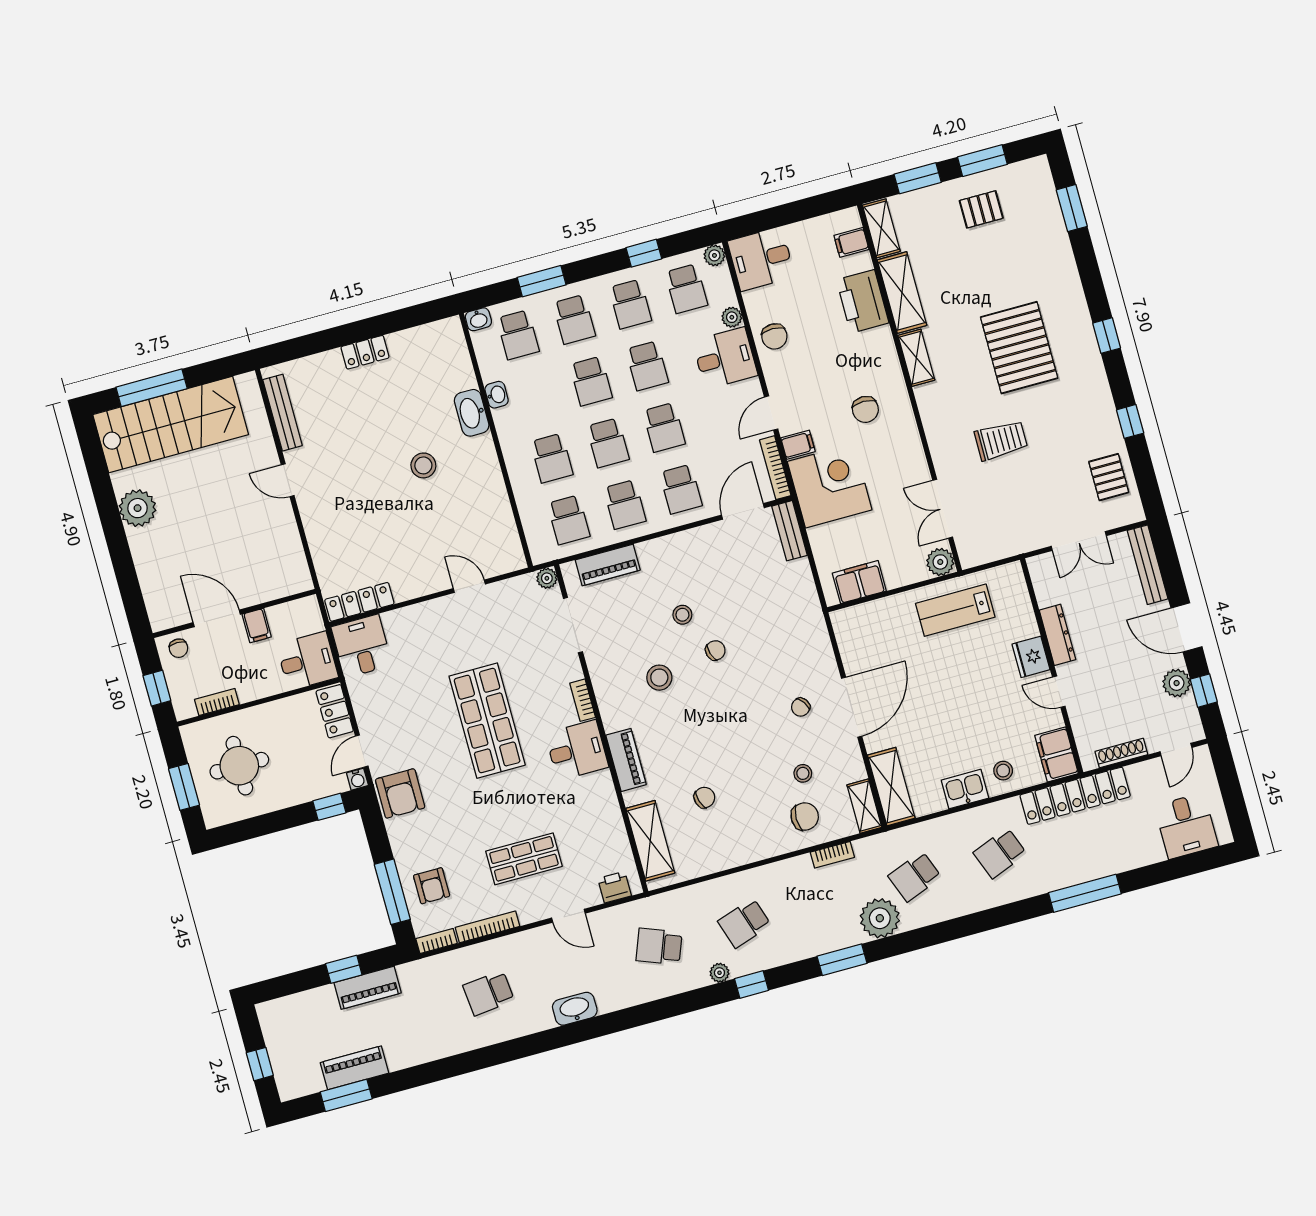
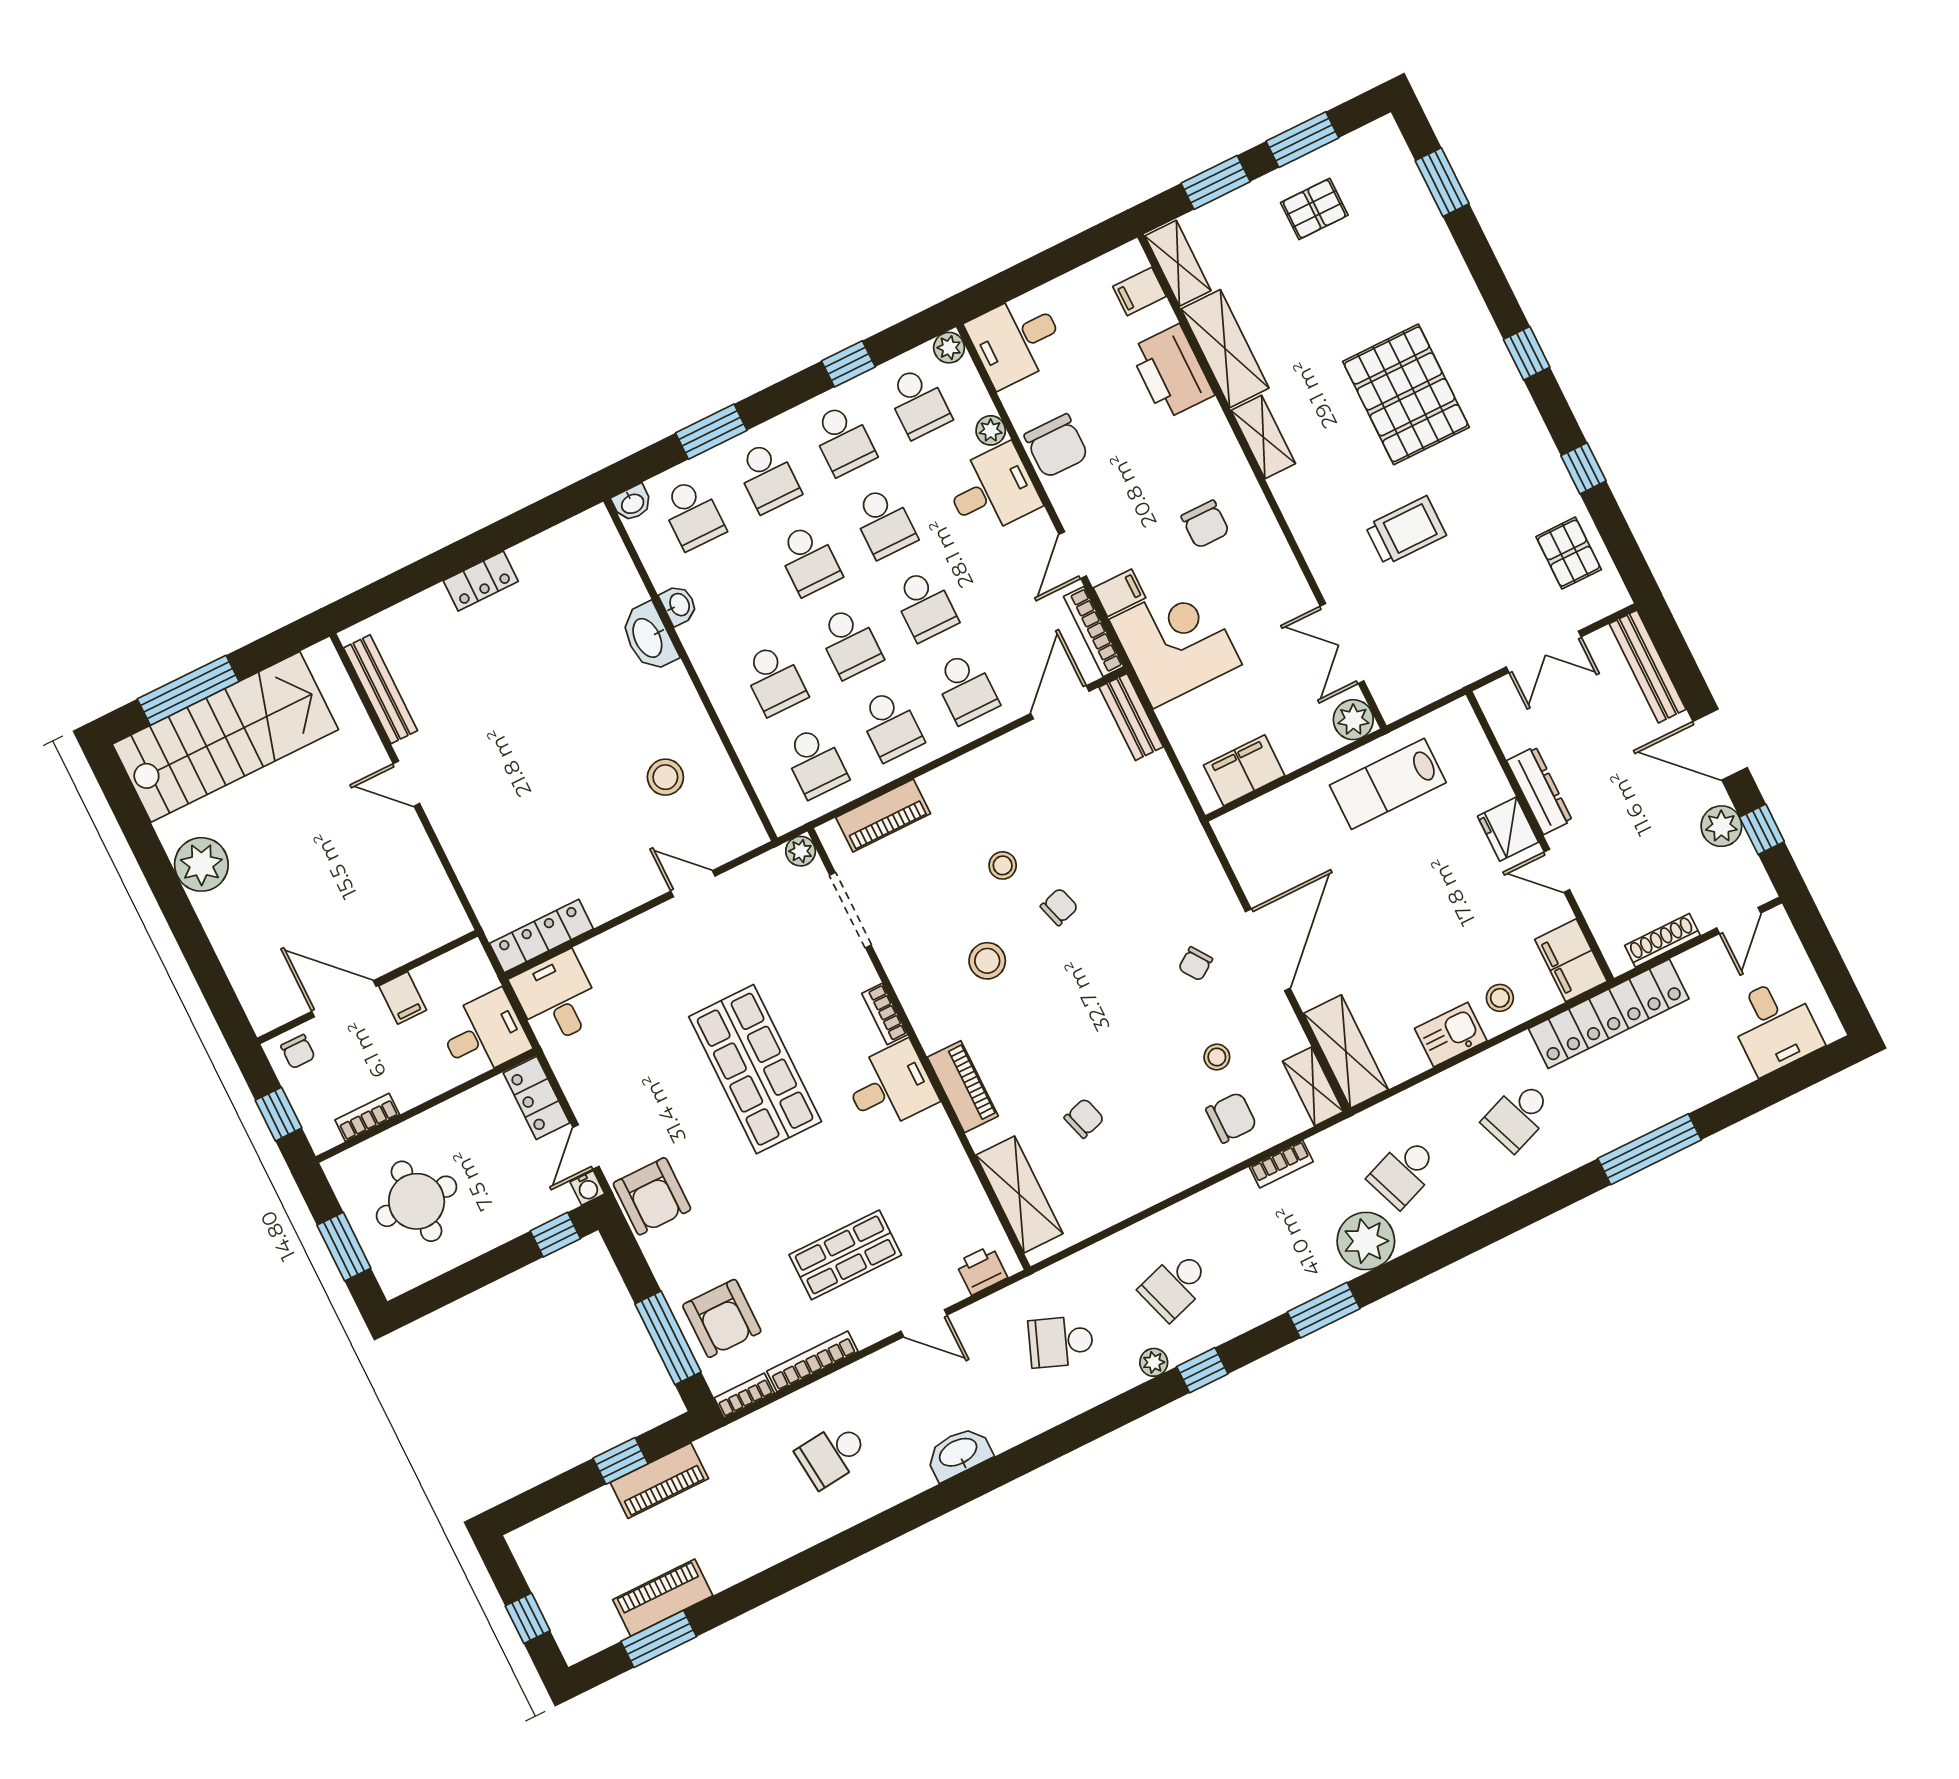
chair: (774, 336) -> (1056, 446), width x1.37, depth x1.37
stool: (423, 465) -> (665, 777), moved
armchair: (432, 886) -> (722, 1318), width x1.38, depth x1.38

